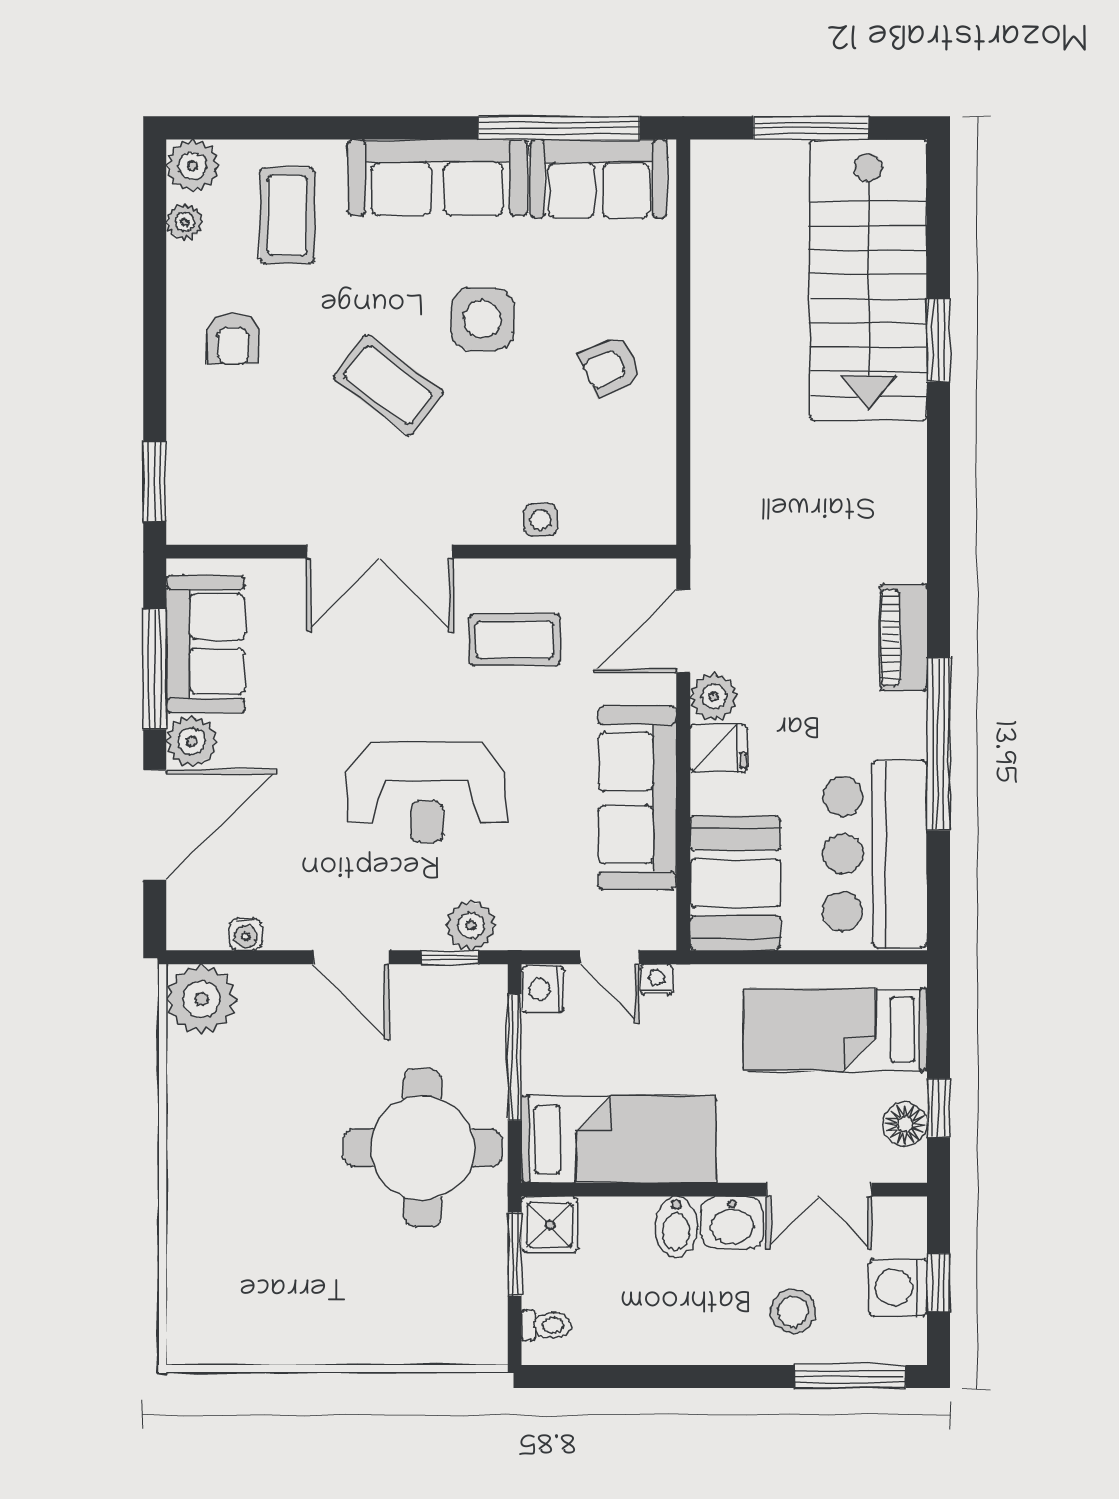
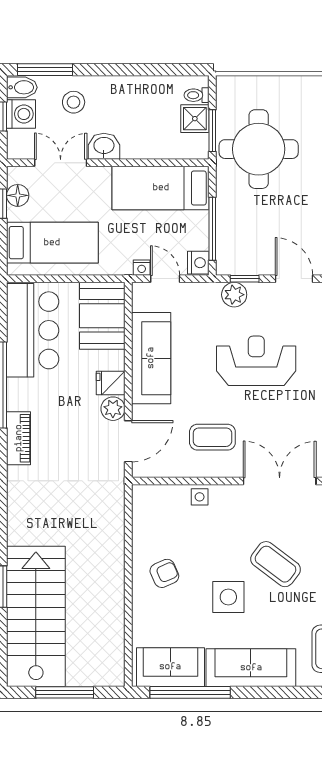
round table: (423, 1148) -> (259, 149), moved
shower: (550, 1225) -> (195, 119), moved
bidet: (676, 1227) -> (22, 87), moved, turned 90

